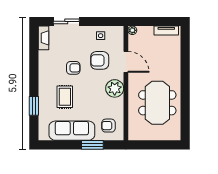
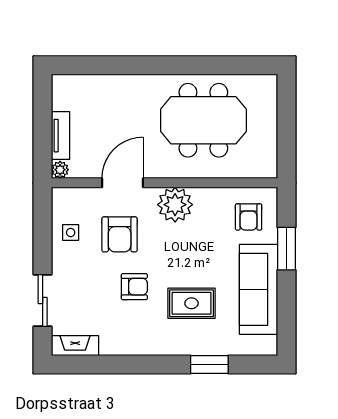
tv unit: (166, 31) -> (61, 136), moved
armchair: (73, 68) -> (134, 287), turned 90

